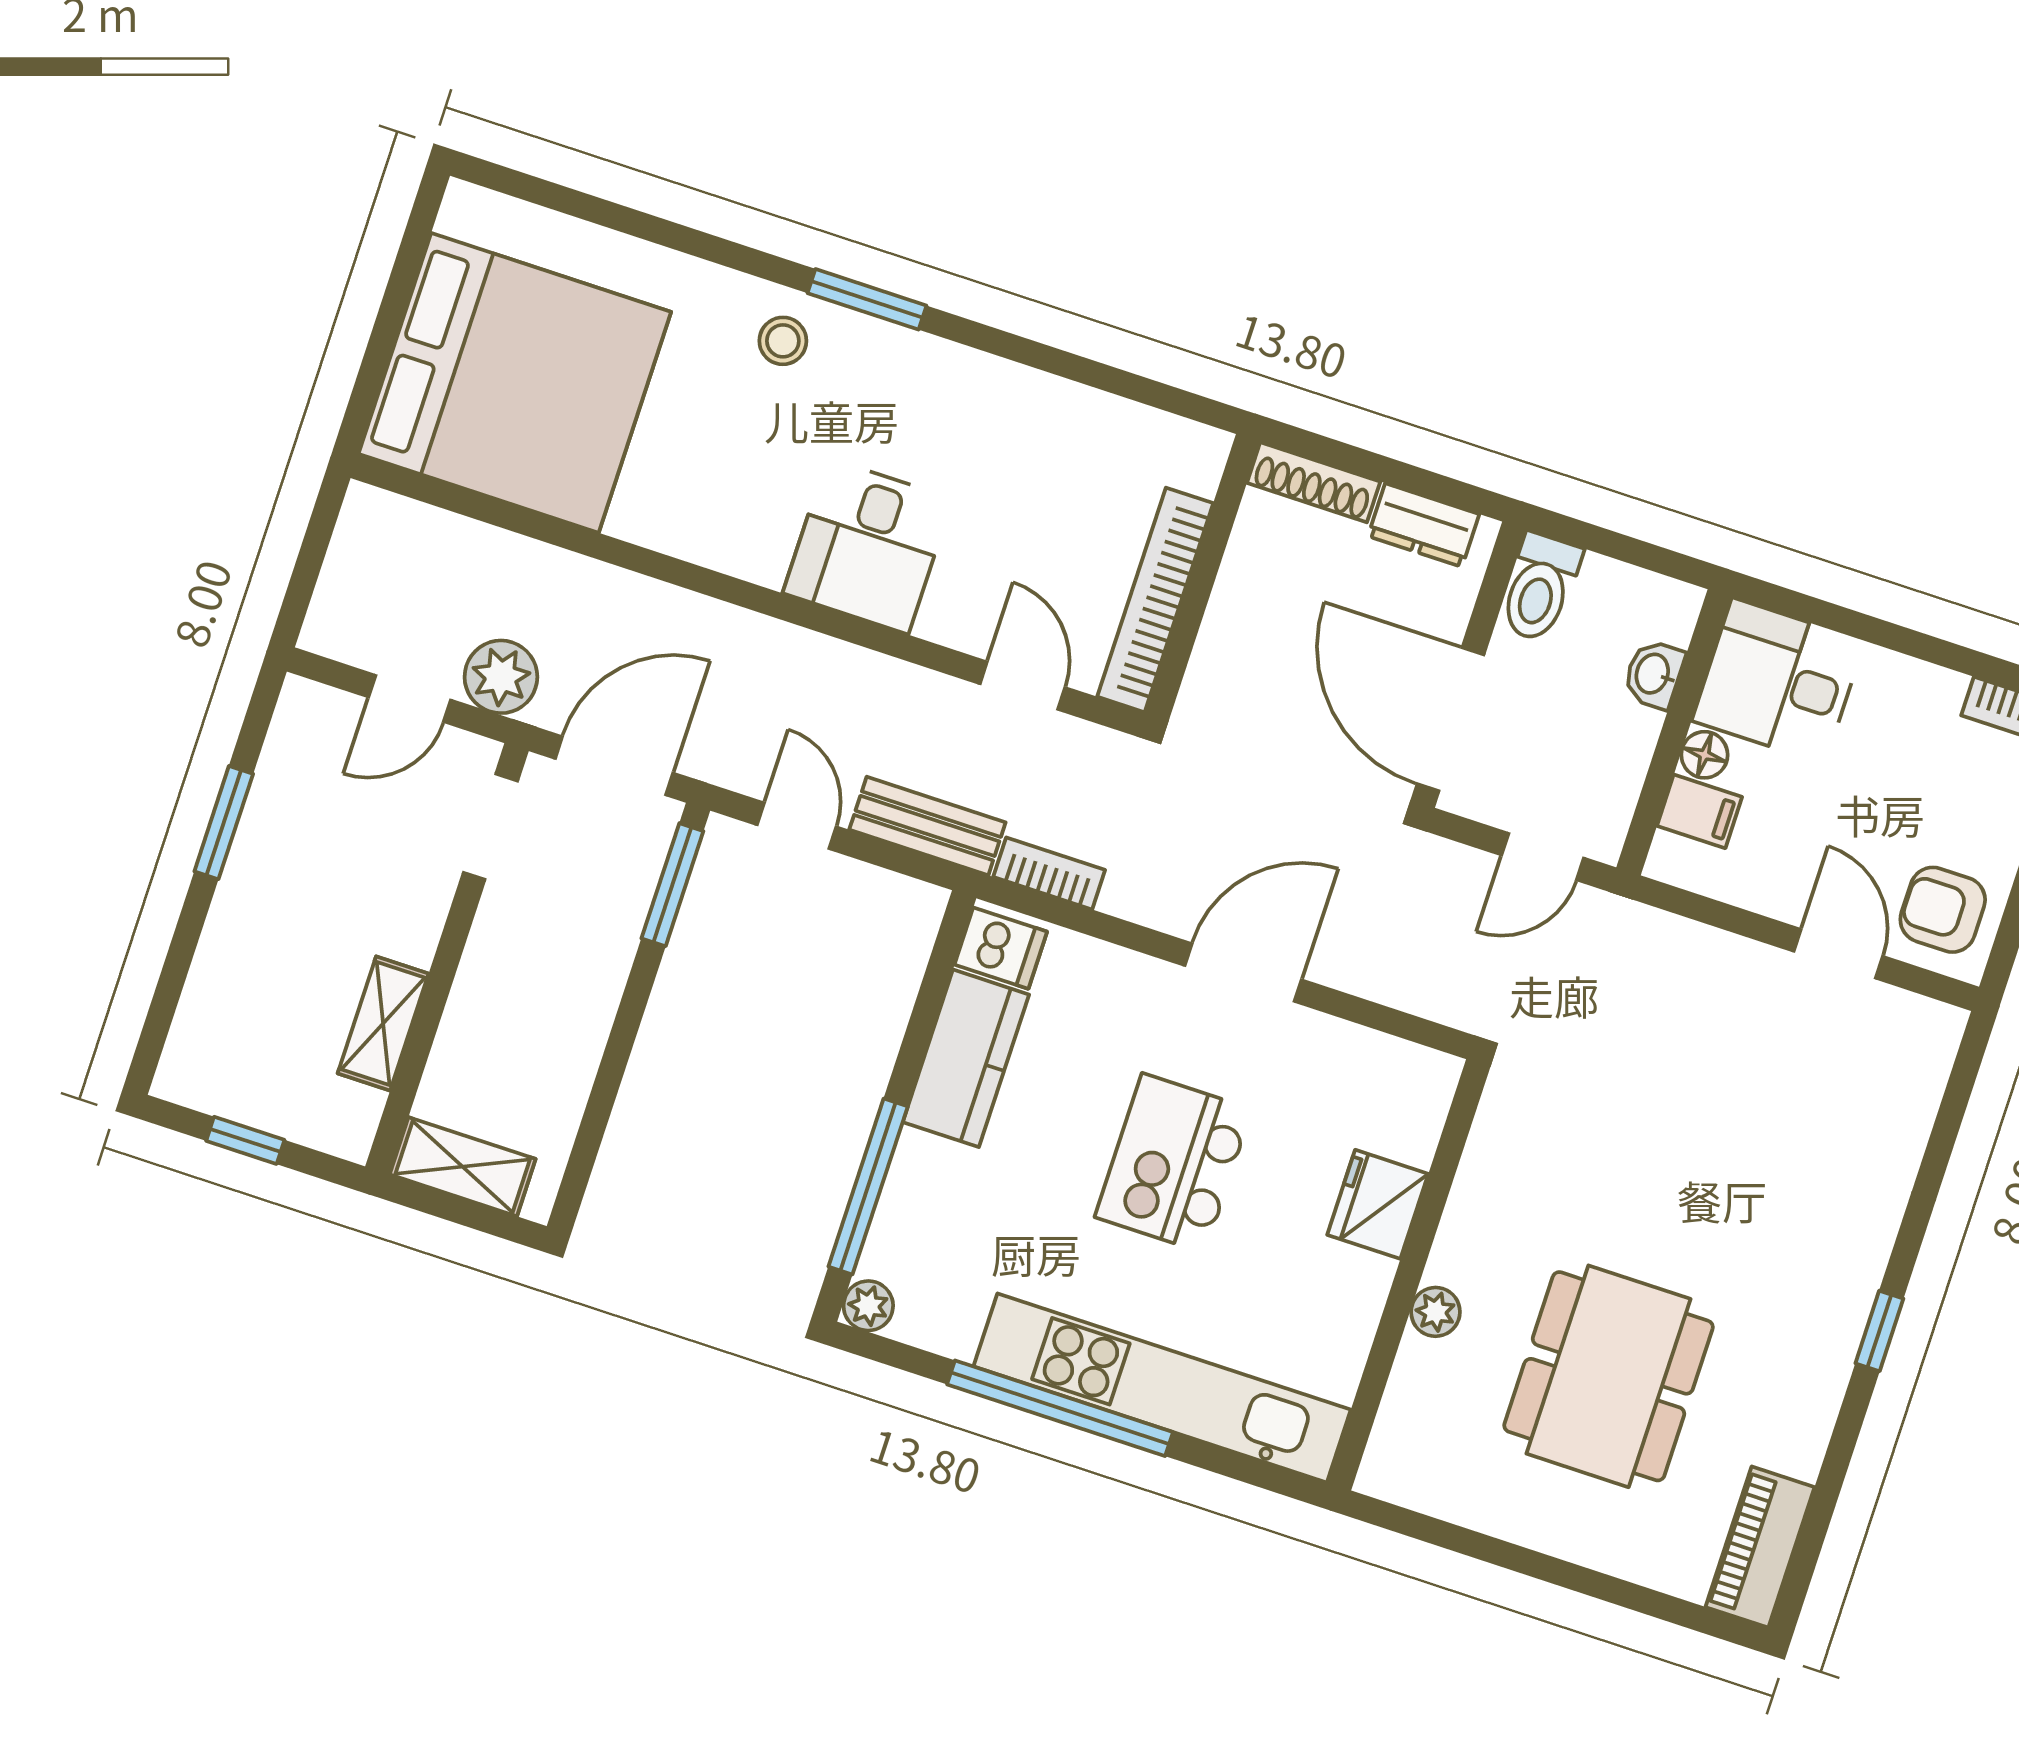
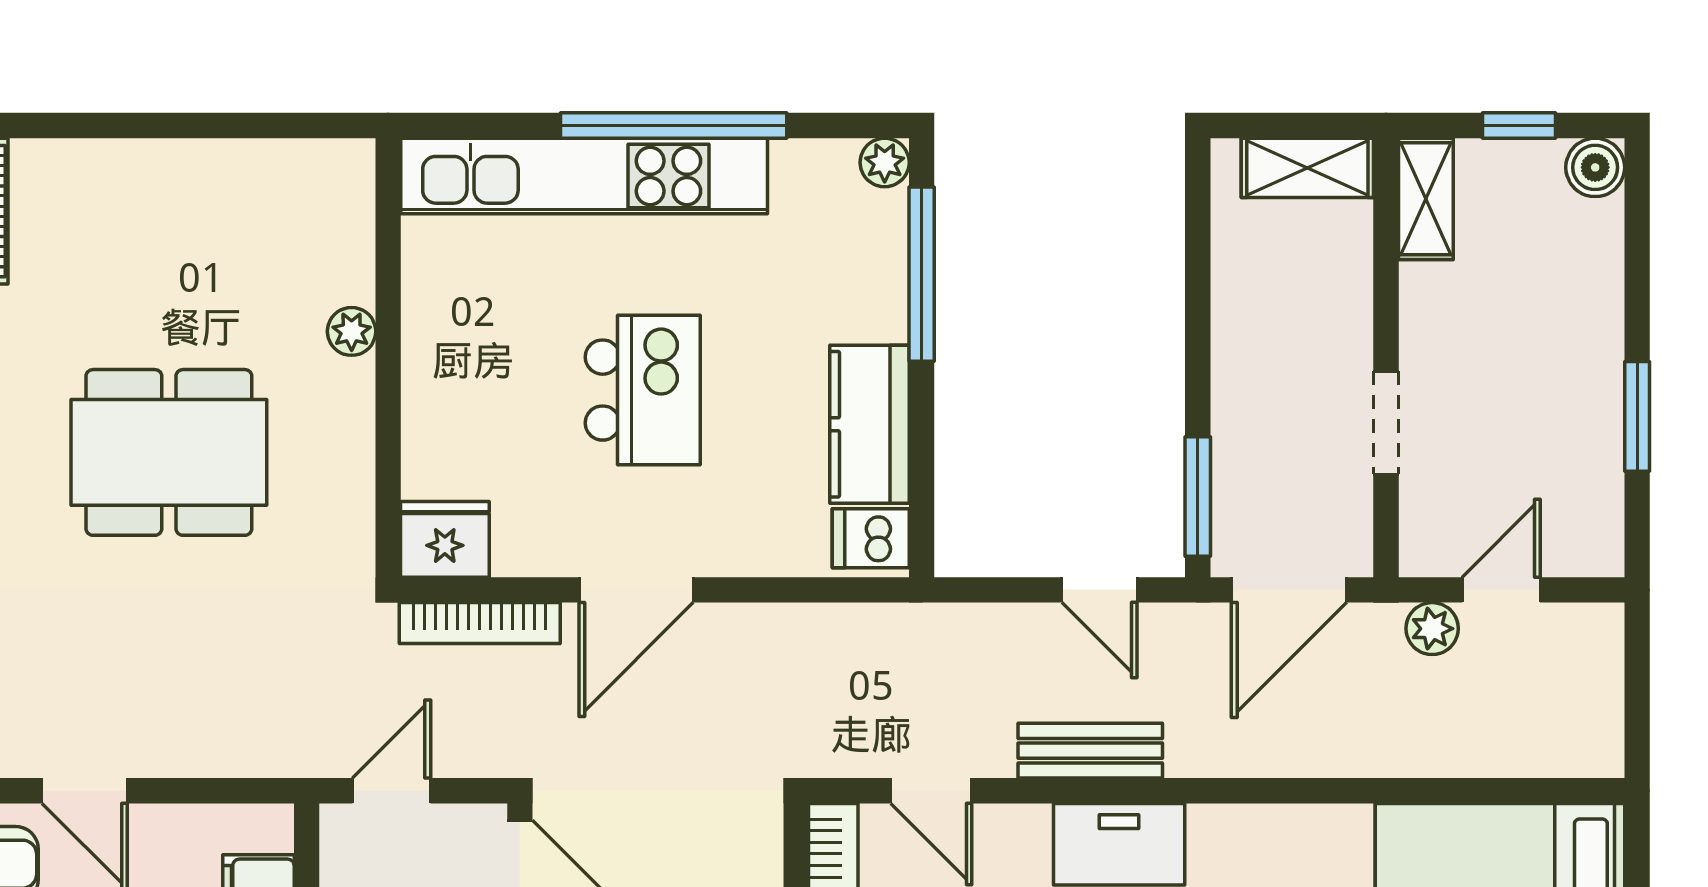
plant: (501, 677) -> (1432, 629), width x0.73, depth x0.73
bench: (927, 826) -> (1090, 751), moved
doorway: (490, 827) -> (1386, 423), moved
bookcase: (1049, 873) -> (480, 623), moved, width x1.56
shelving: (383, 1024) -> (1426, 199), moved
boiler: (185, 1076) -> (1595, 167), added
fridge: (1378, 1204) -> (445, 539), moved, turned -90
dining table: (1609, 1376) -> (169, 452), moved, turned 90

